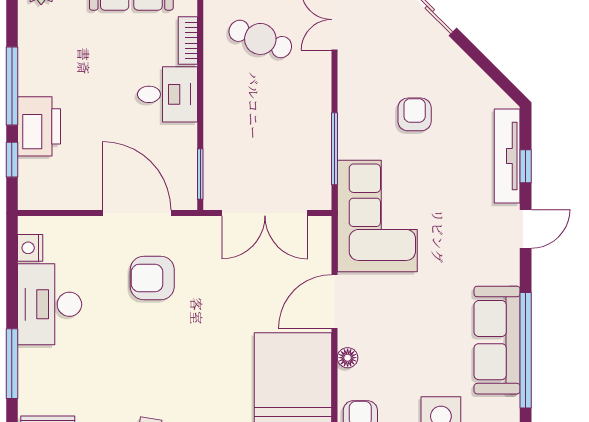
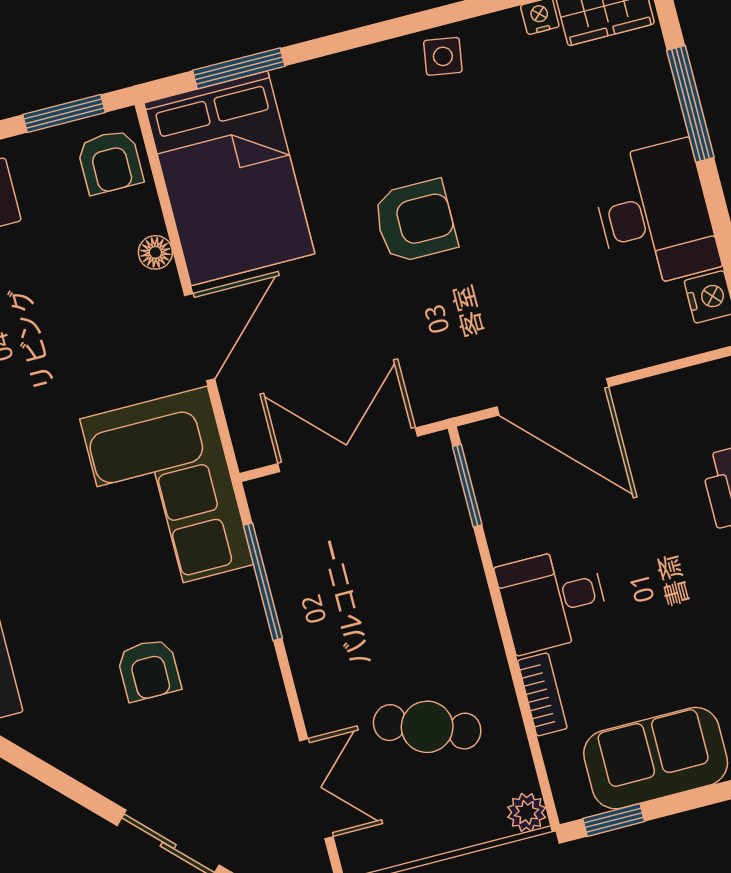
armchair: (152, 278) -> (415, 221), moved

